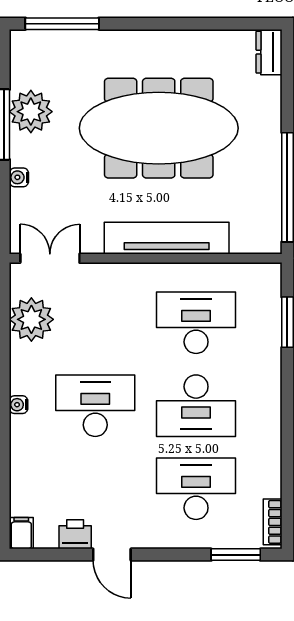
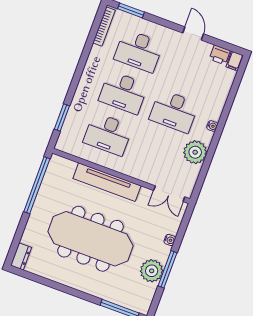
plant: (31, 319) -> (195, 152), moved
desk: (196, 406) -> (123, 93), turned 180
bookcase: (273, 522) -> (104, 26), width x1.56
printer: (75, 534) -> (220, 55), moved

